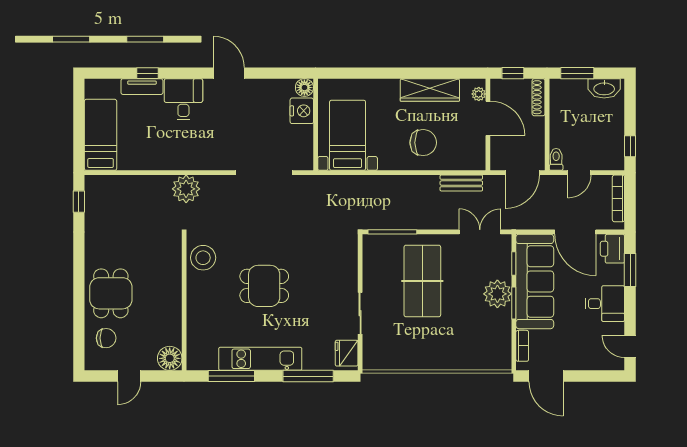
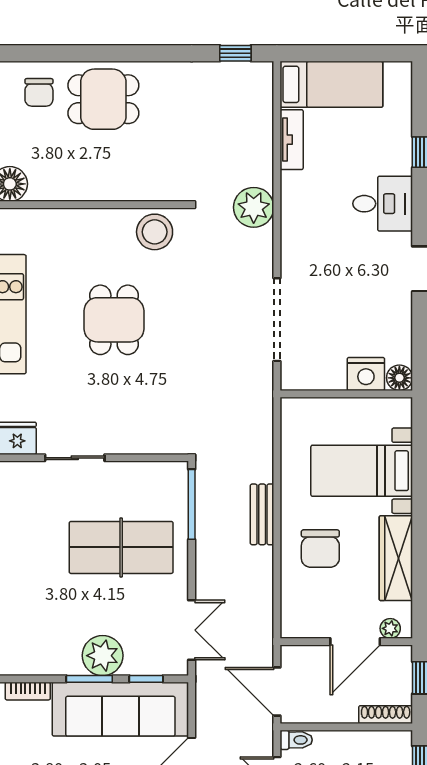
tv unit: (142, 87) -> (292, 140), moved, turned 180
bed with nightstands: (348, 135) -> (362, 471), moved, turned 180
bench: (461, 183) -> (262, 514), moved

